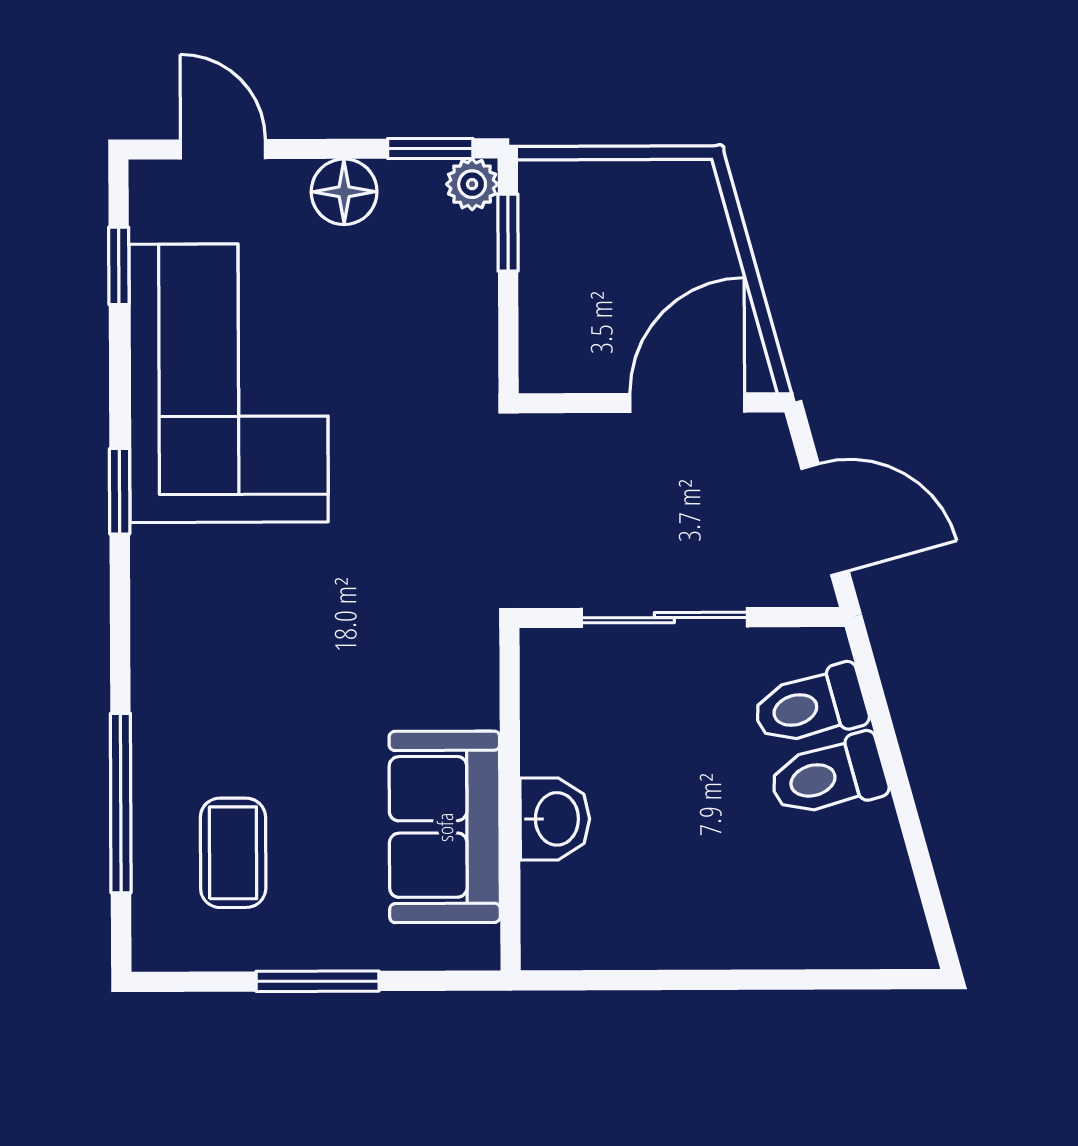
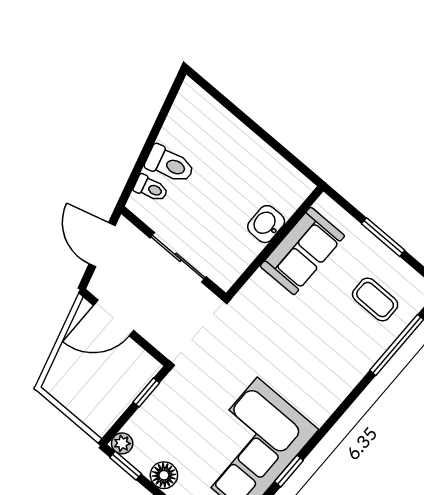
window: (508, 233) -> (146, 393), moved
window: (120, 491) -> (289, 471), moved
toilet: (810, 706) -> (151, 188), width x0.73, depth x0.72
coffee table: (233, 853) -> (375, 299), turned 90

